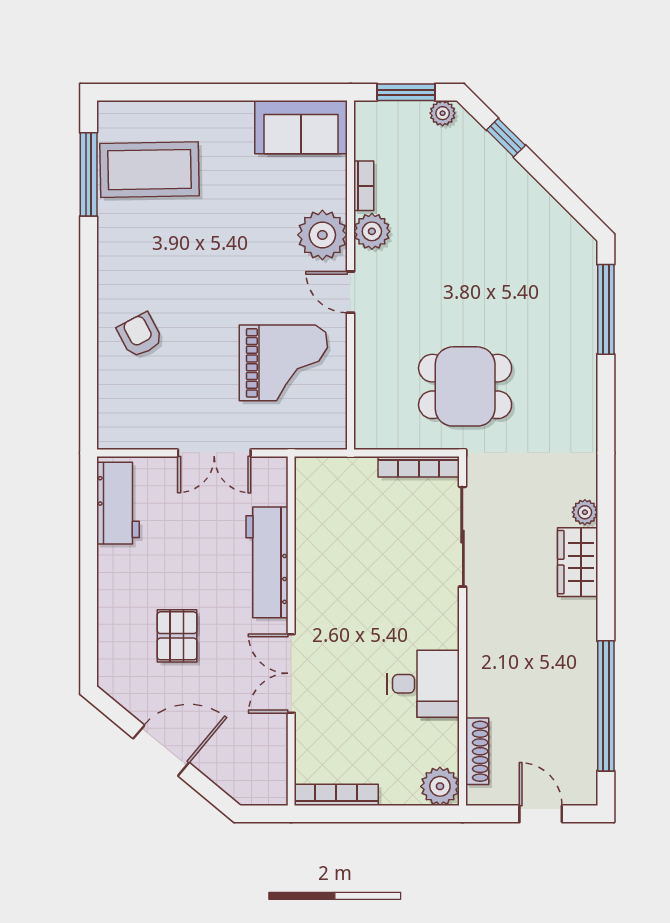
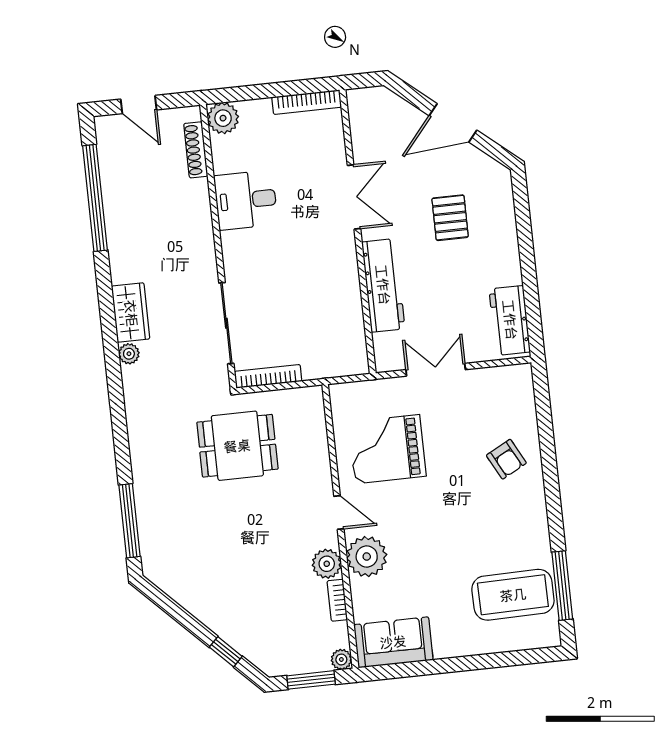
plant: (443, 113) -> (341, 659), moved

